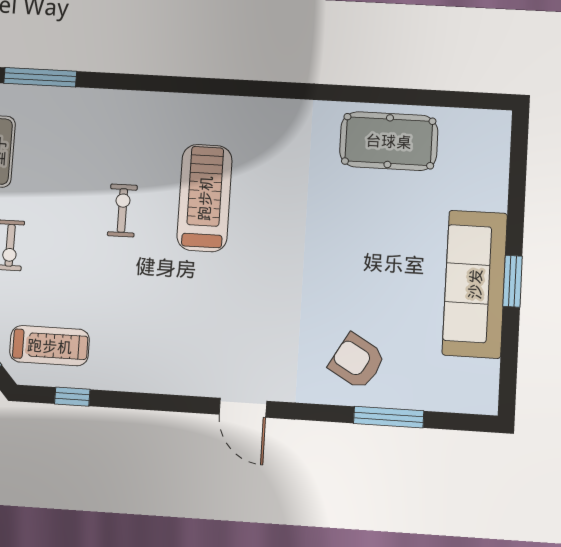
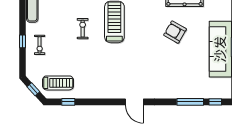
armchair: (357, 361) -> (175, 32), moved
window: (455, 421) -> (215, 102), added

